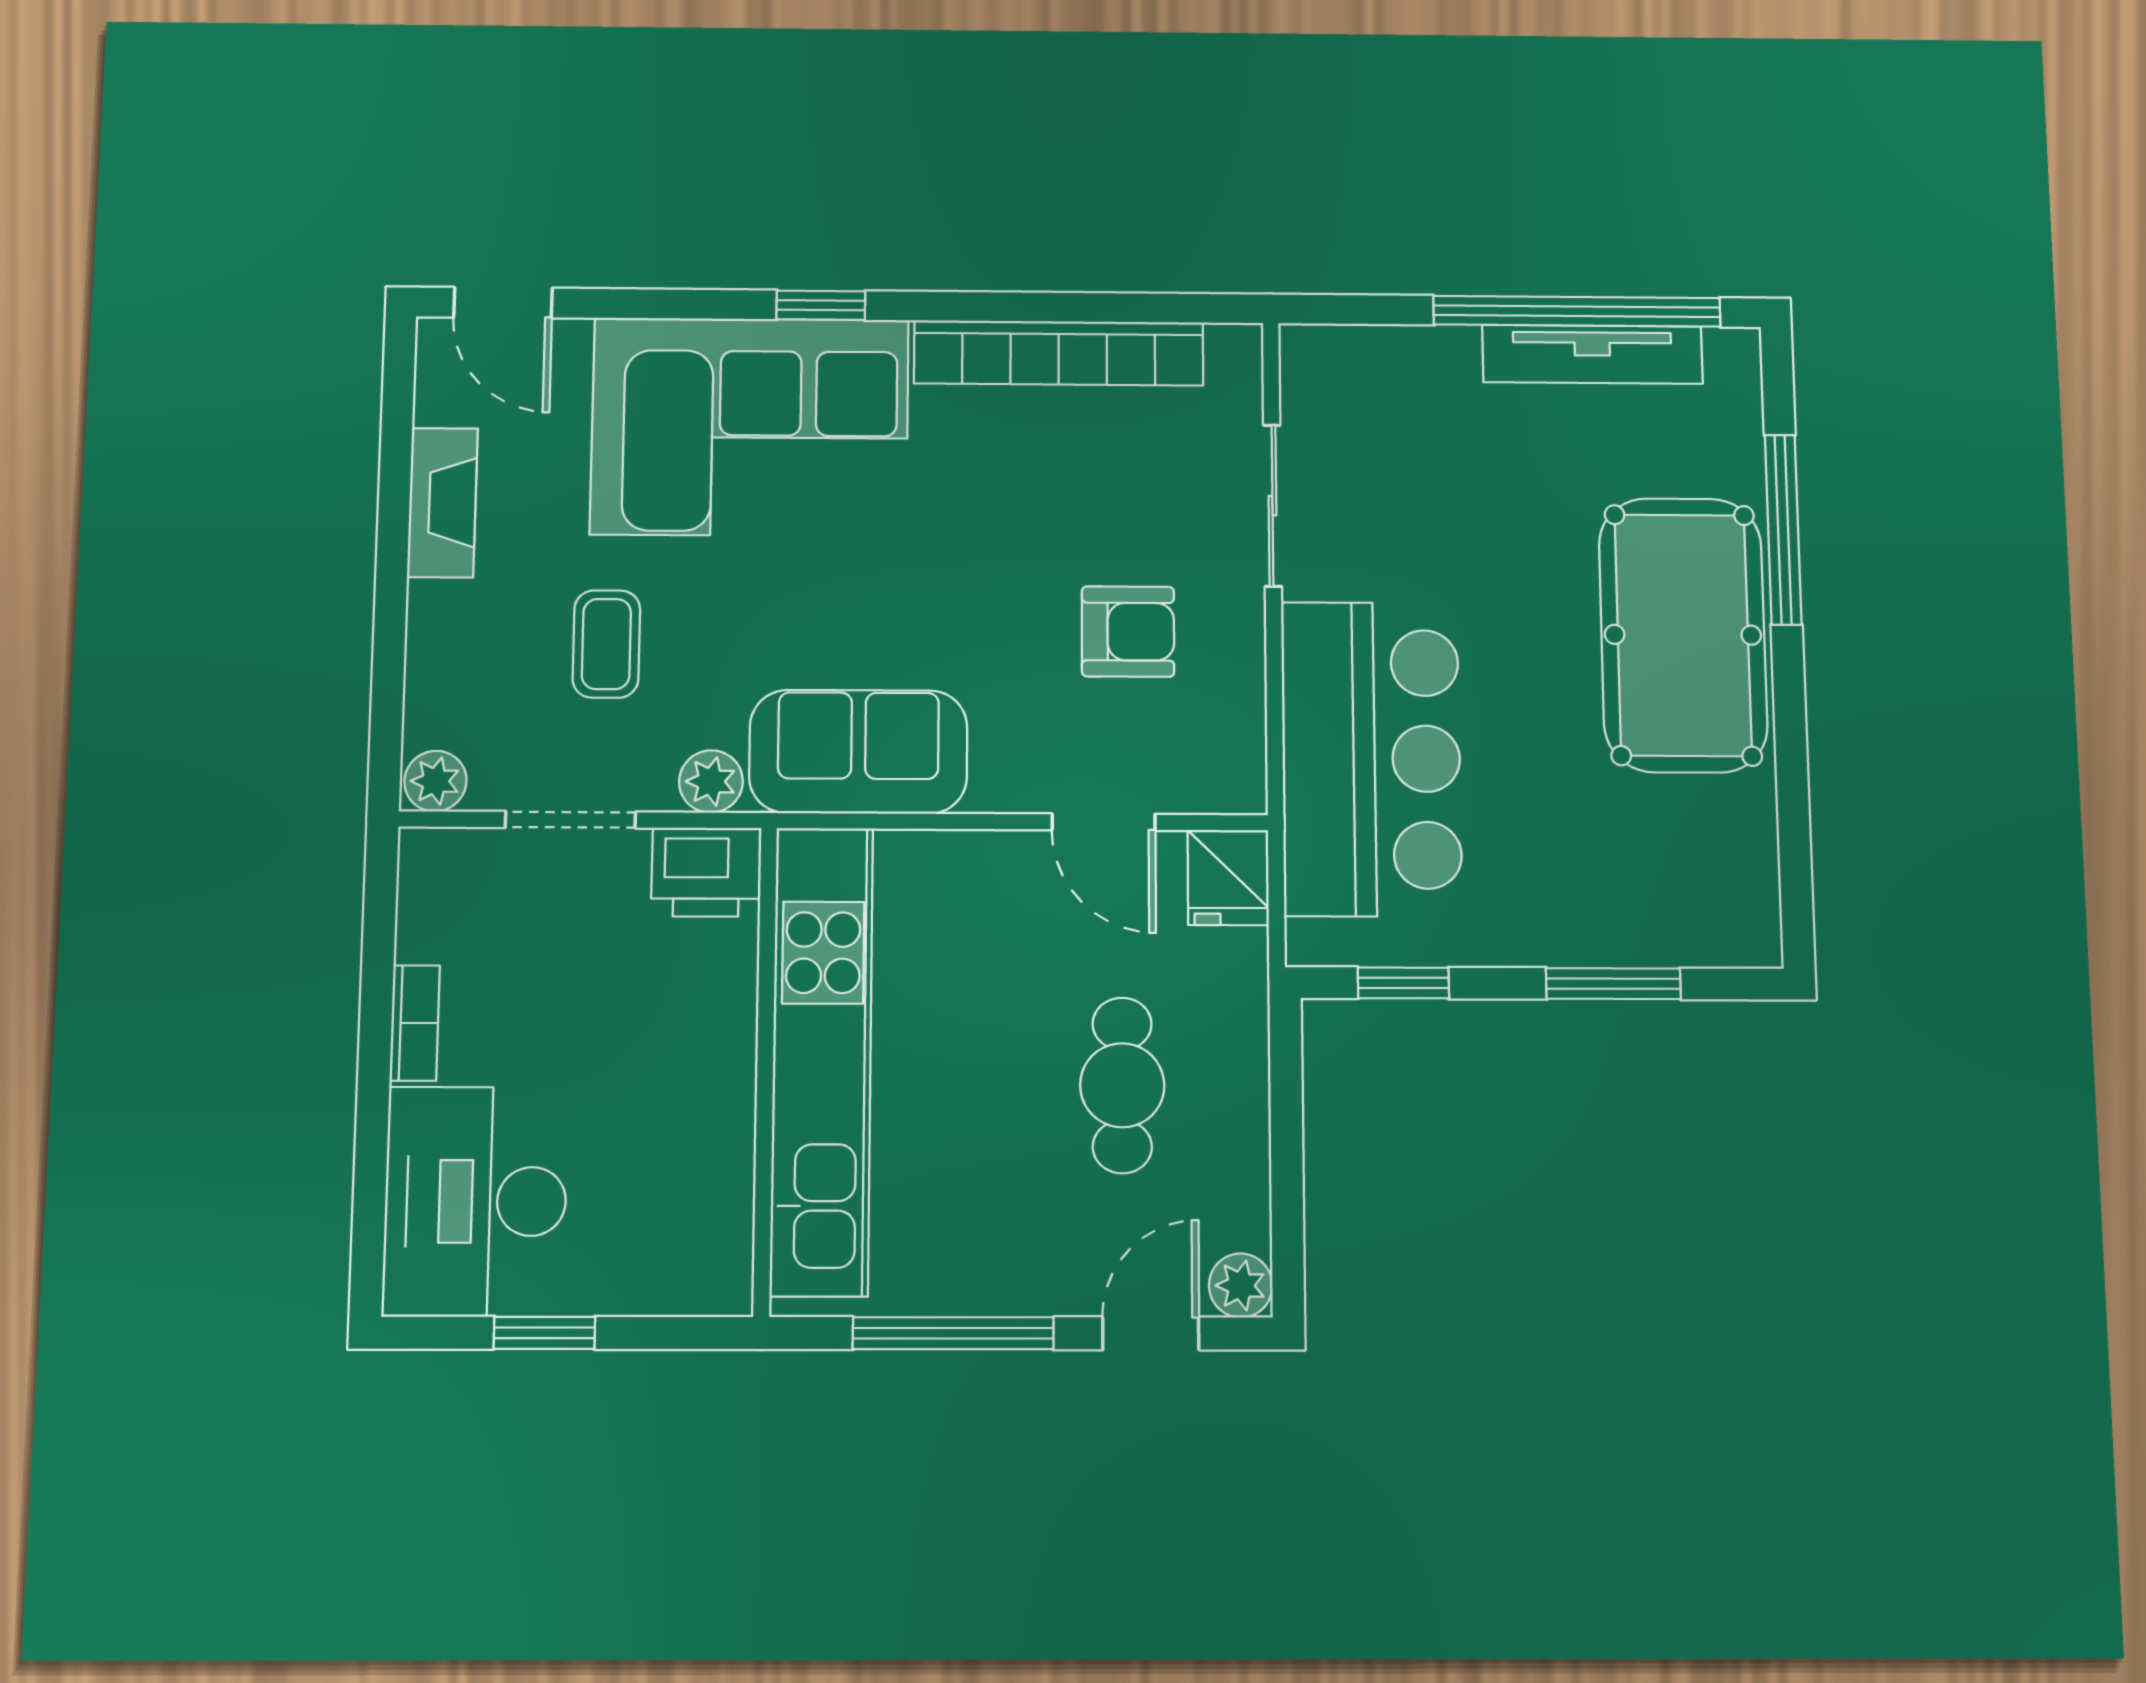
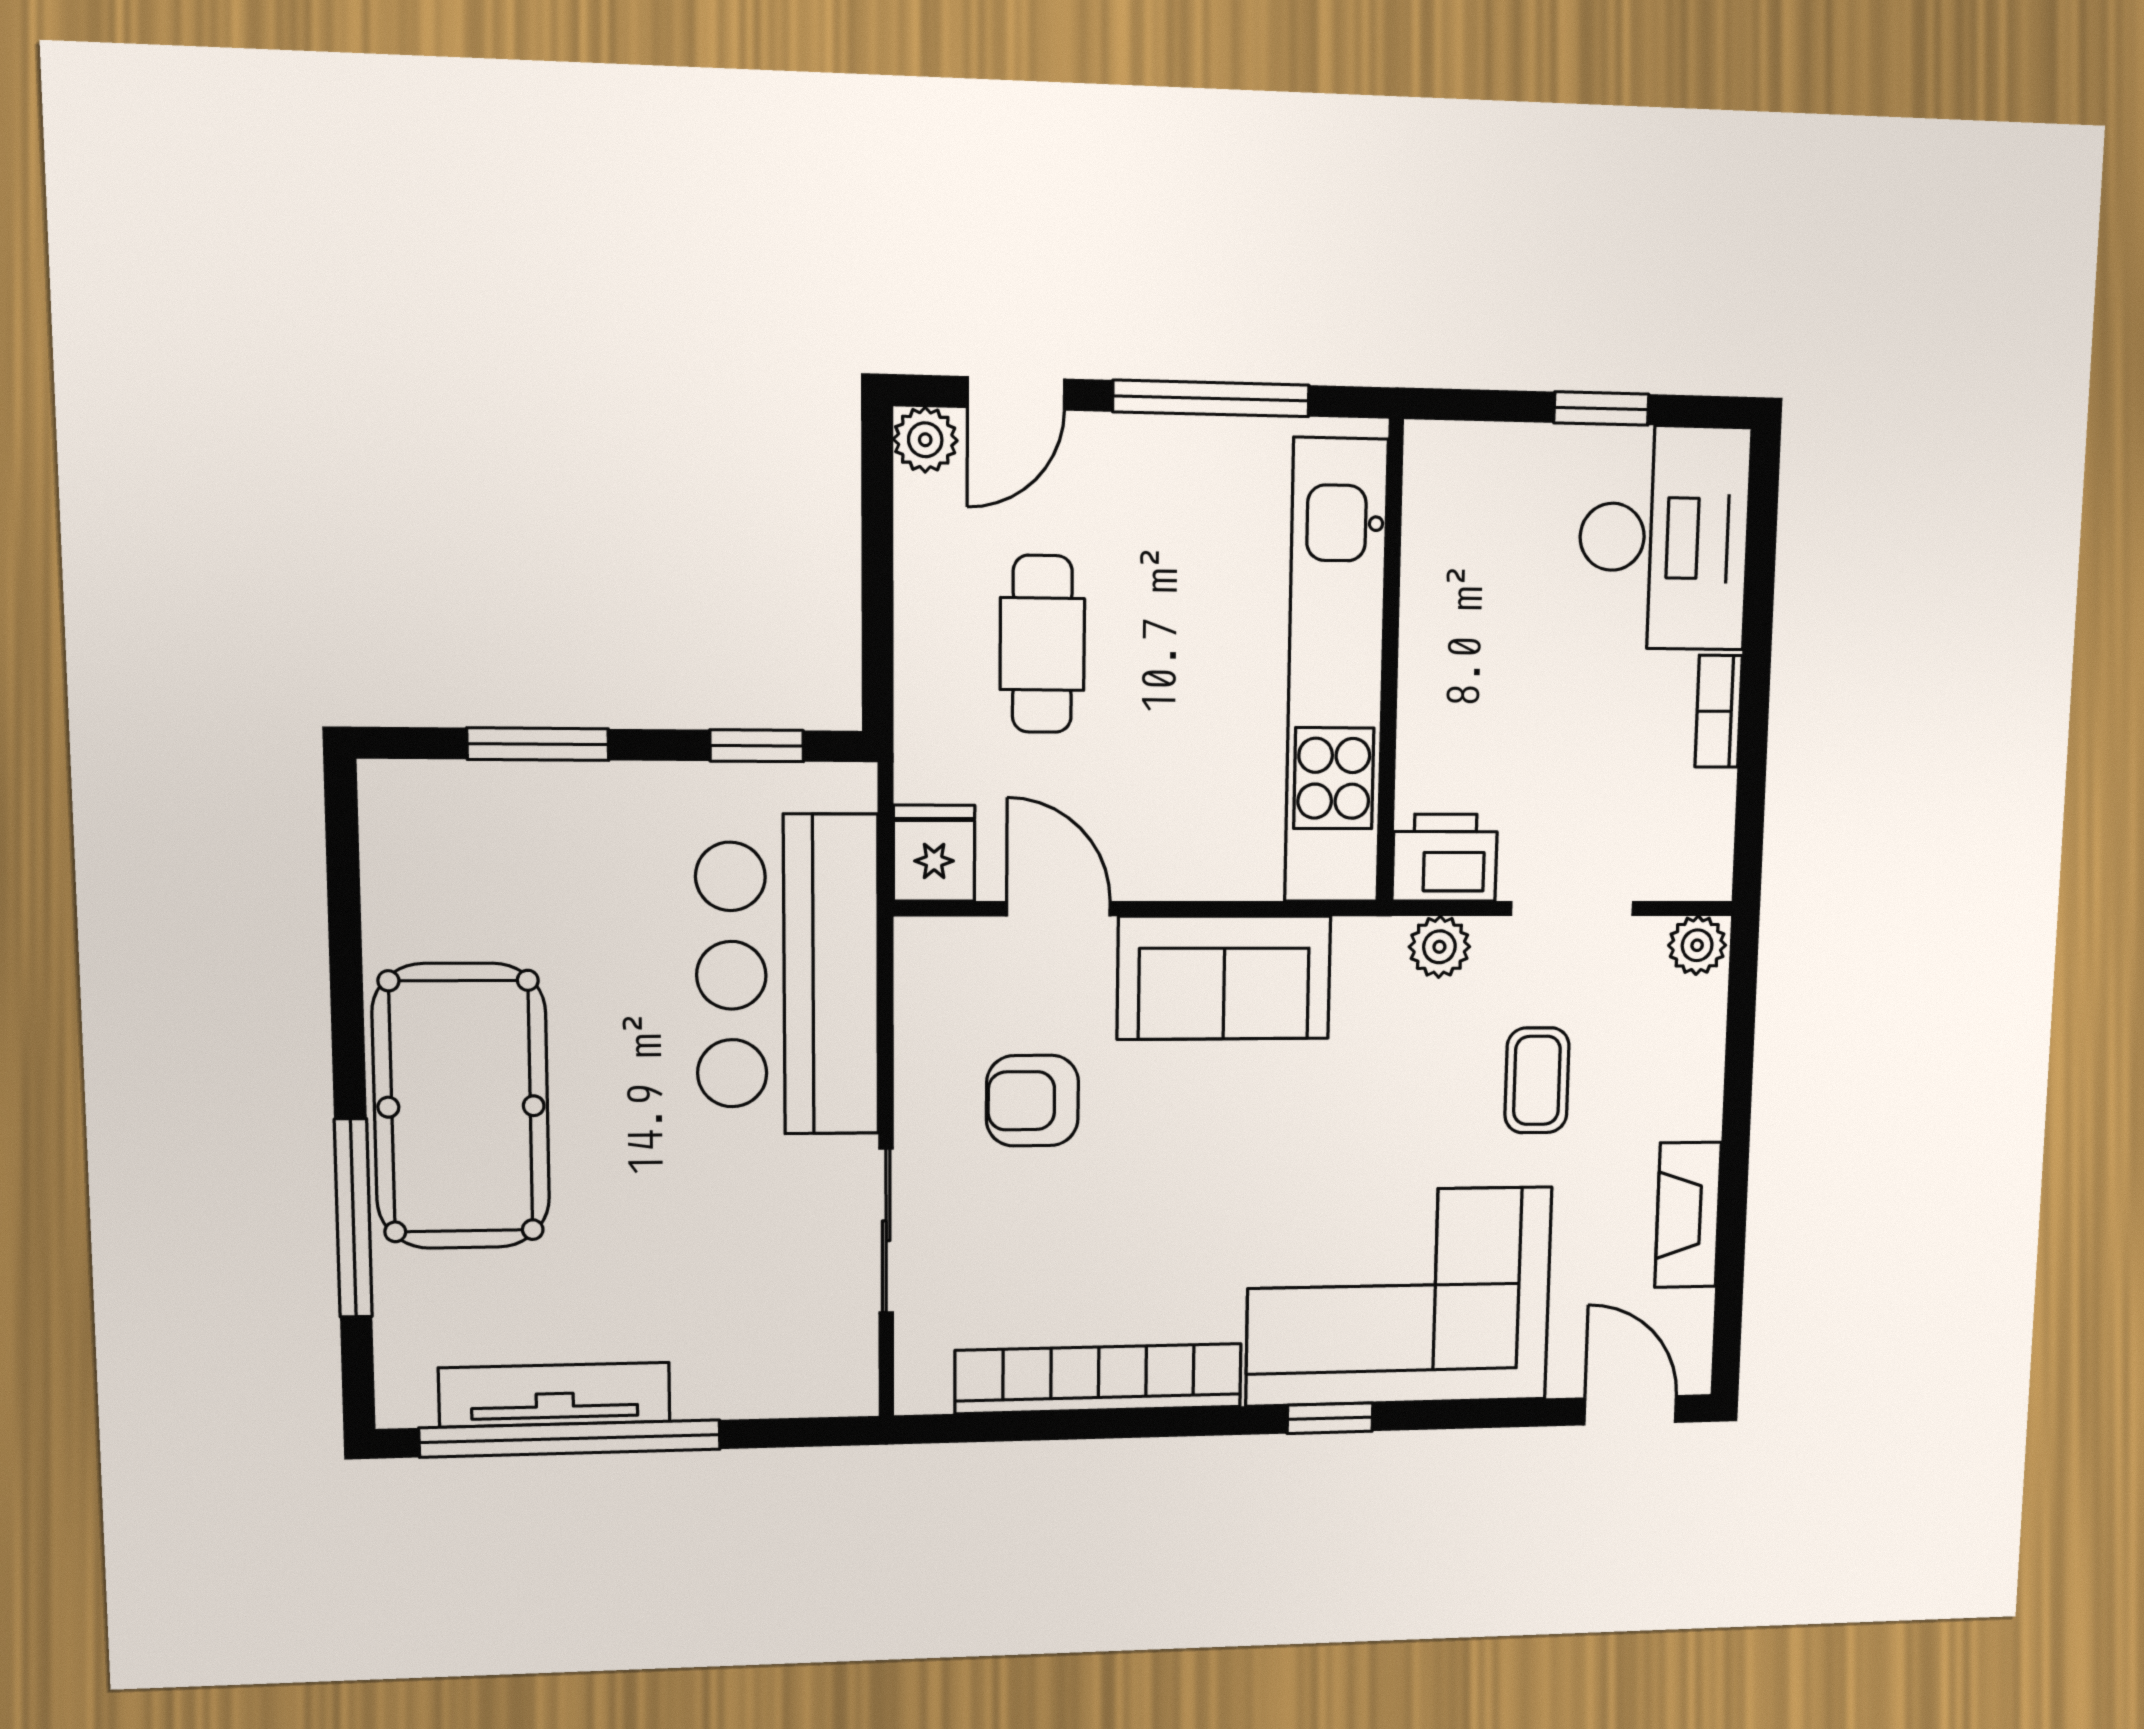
sofa: (858, 752) -> (1224, 978), moved

